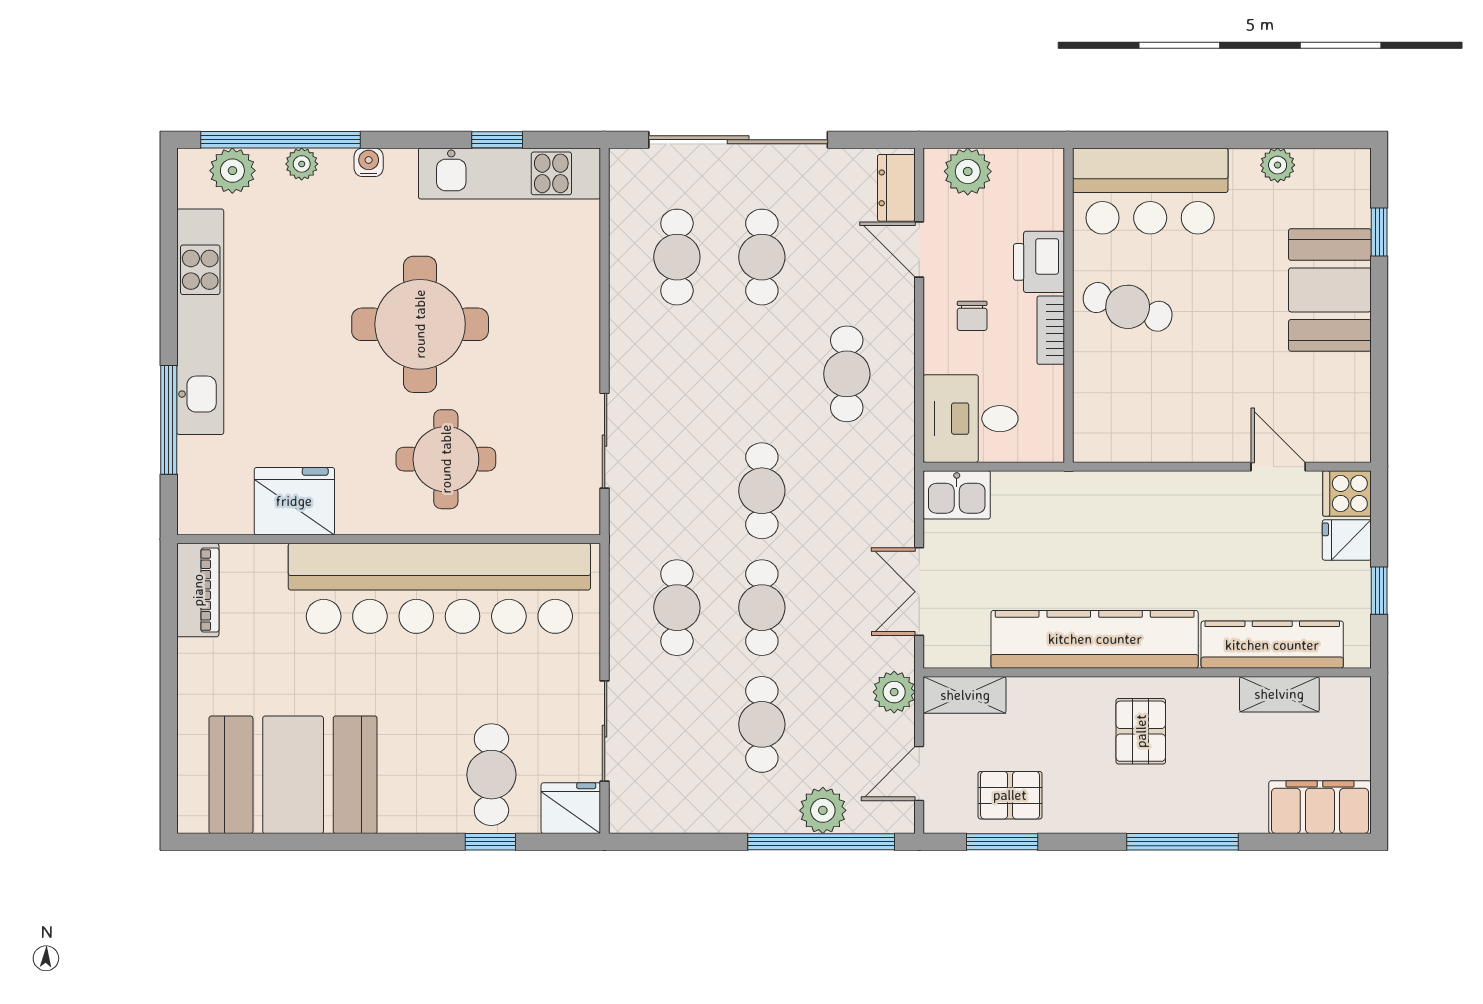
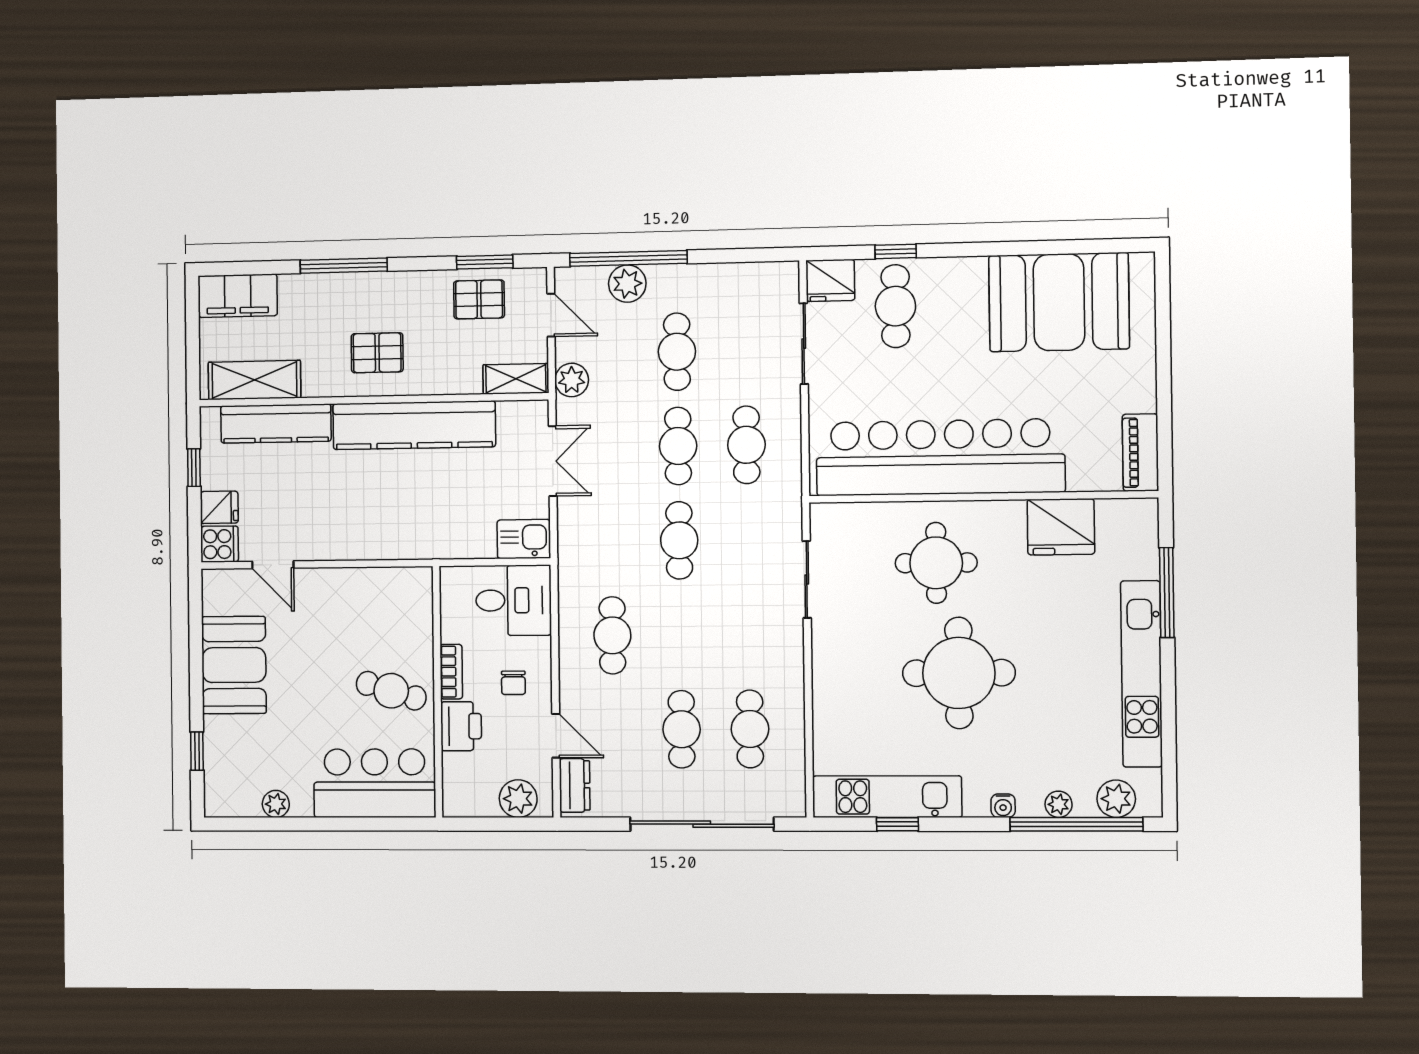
booth: (1330, 290) -> (234, 665), moved
chair: (972, 316) -> (513, 683), turned 180
shelving: (1279, 694) -> (254, 380), width x1.50, depth x1.33
pallet: (1141, 731) -> (377, 353), turned 90
door: (919, 773) -> (551, 315), hinge flipped

